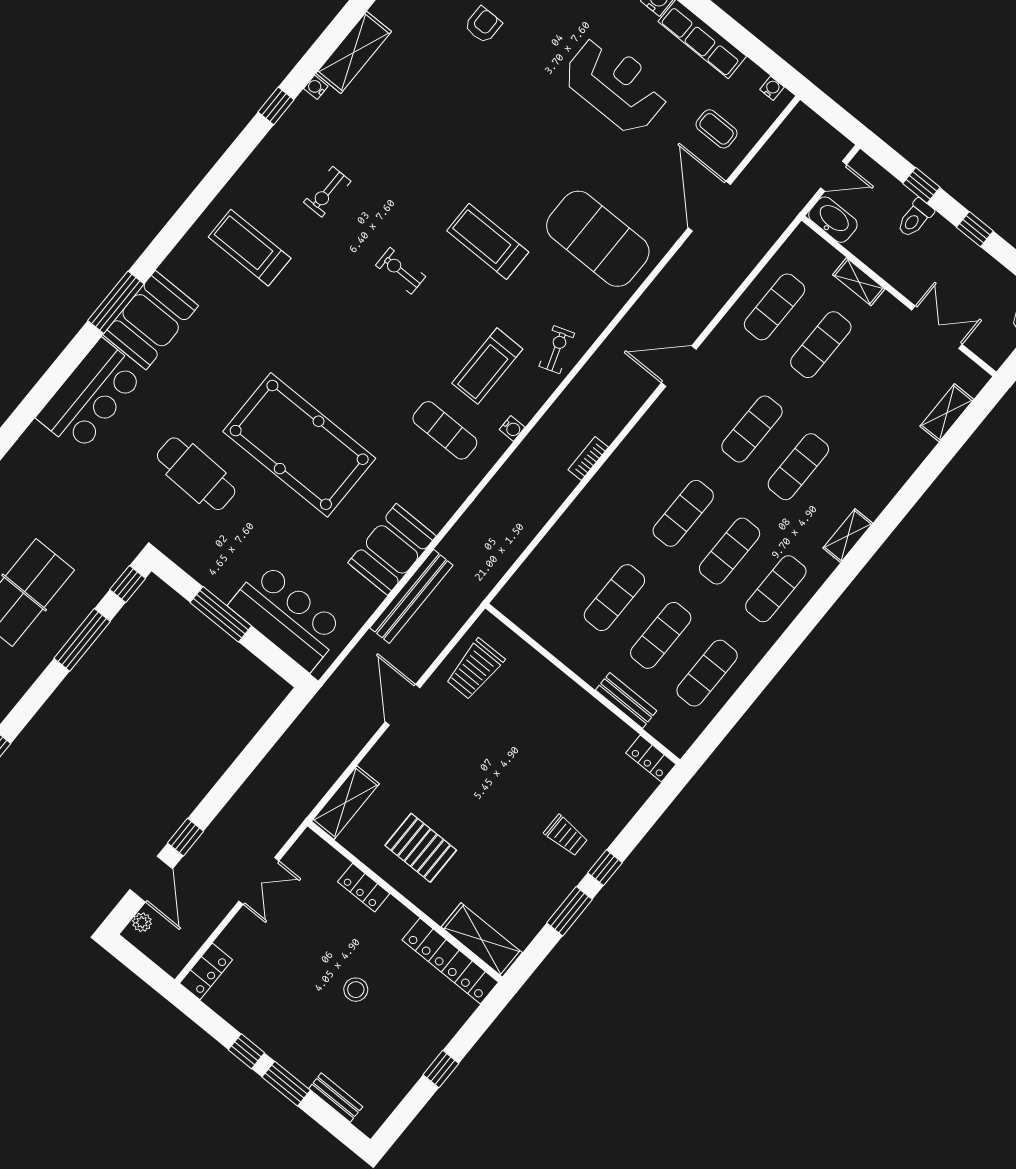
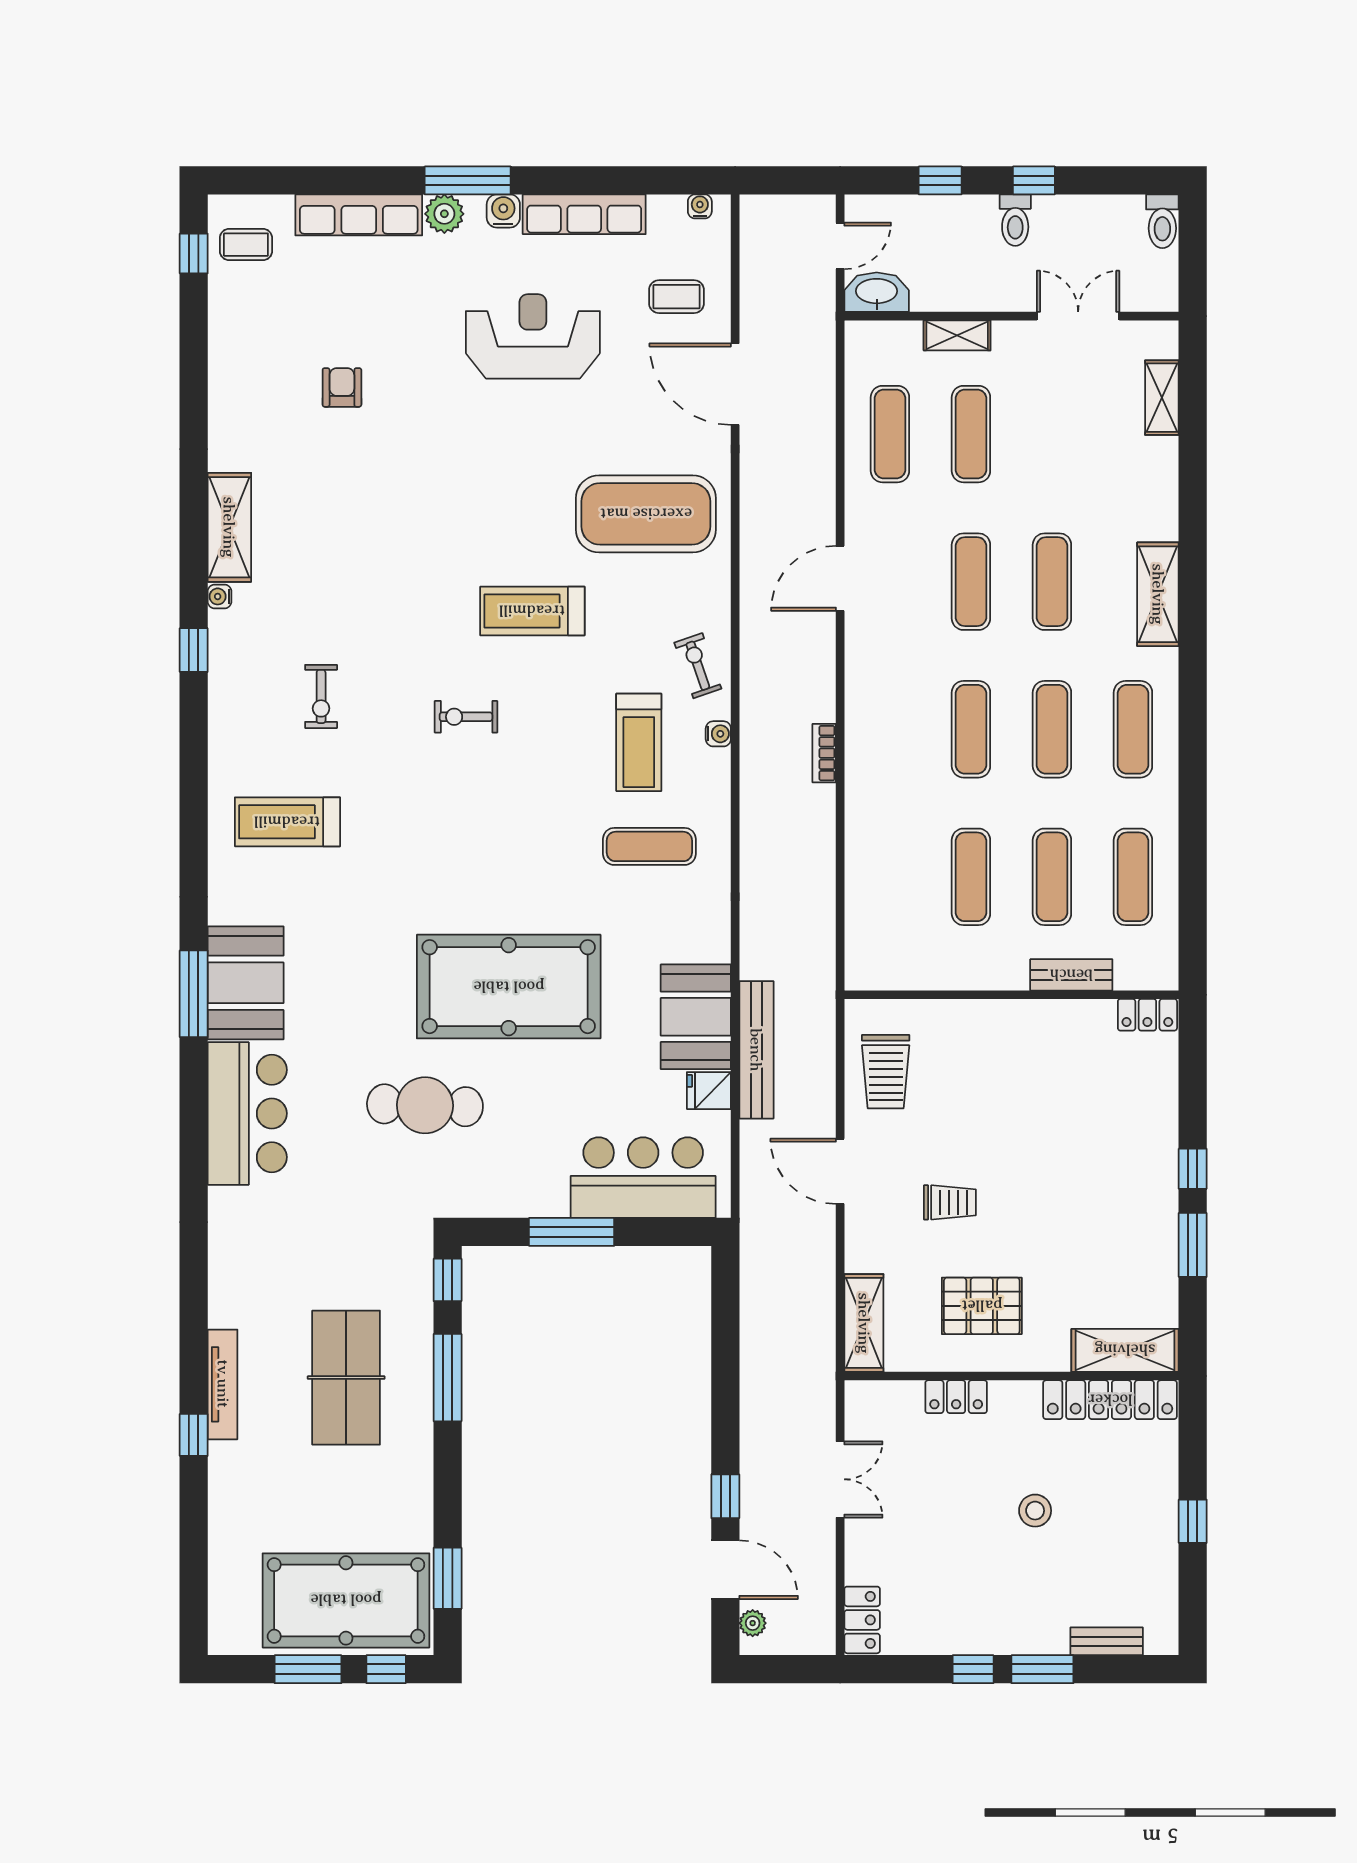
toilet: (915, 218) -> (1015, 220), moved
water cooler: (512, 428) -> (718, 734), moved
shelving: (848, 536) -> (1158, 594), width x1.50, depth x1.33
fridge: (365, 598) -> (709, 1091), added
trolley: (566, 835) -> (950, 1202), moved

